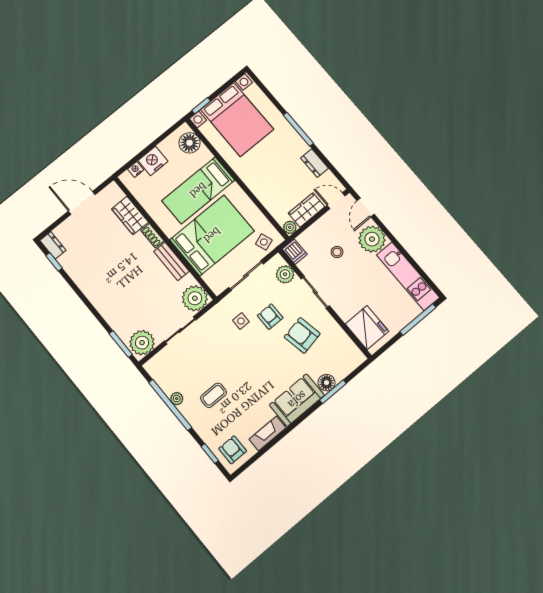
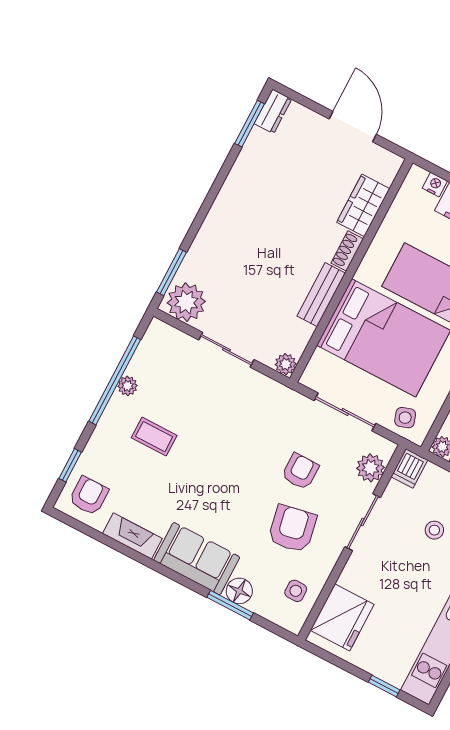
window: (54, 262) -> (250, 124), width x1.50
plant: (195, 298) -> (286, 364), width x0.53, depth x0.53
window: (418, 320) -> (384, 686), width x0.46
side table: (241, 321) -> (296, 591), moved

